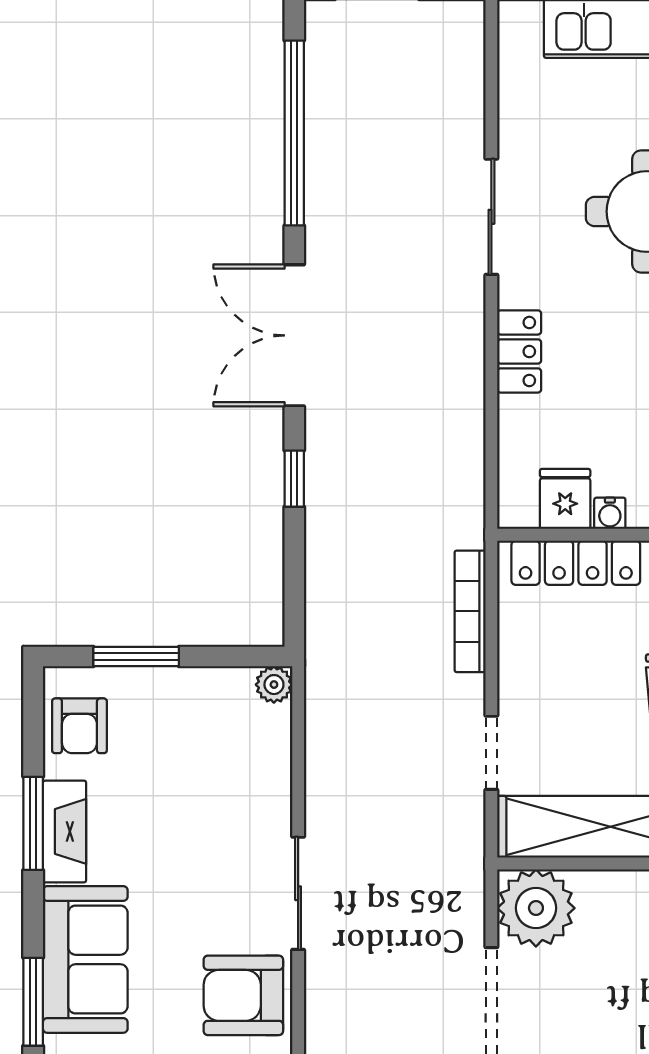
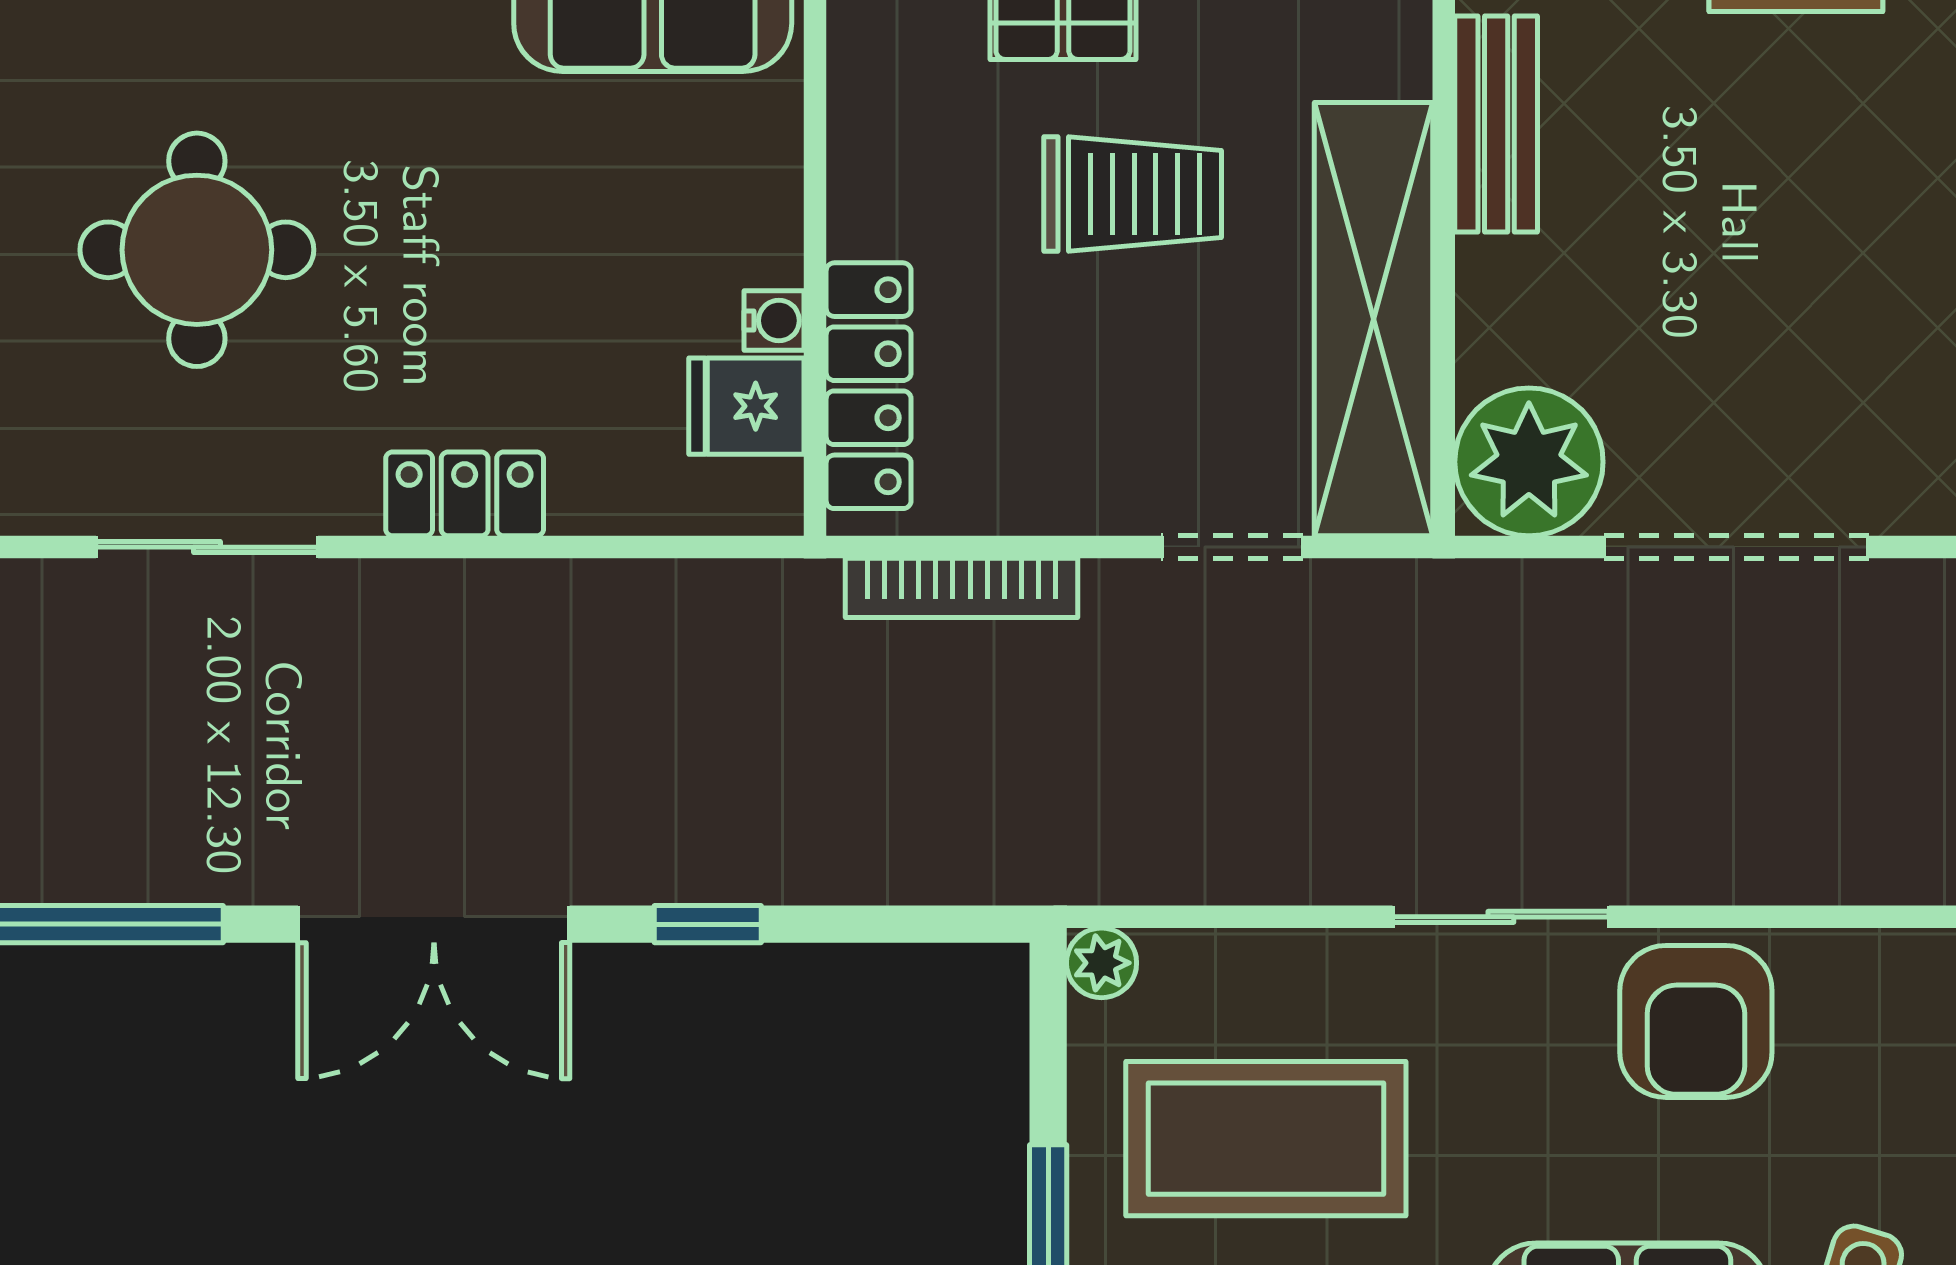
coffee table: (182, 771) -> (1266, 1139), added

